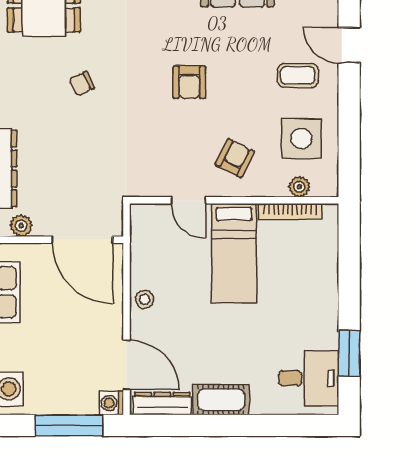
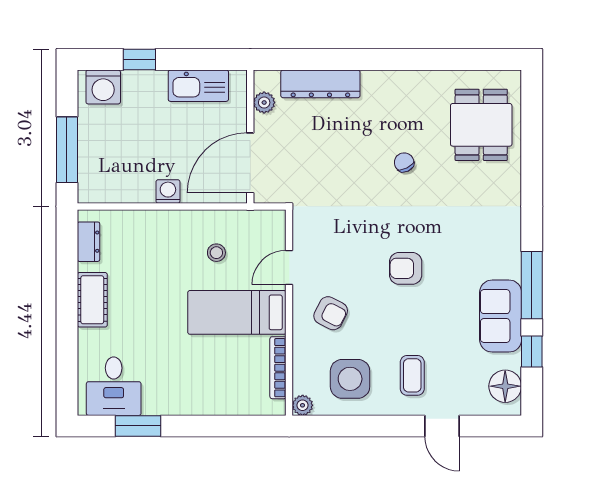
door: (349, 45) -> (442, 426), swing flipped
plant: (299, 187) -> (303, 405), moved
stool: (145, 299) -> (216, 253), moved
door: (127, 365) -> (127, 206), removed
washing machine: (111, 403) -> (168, 191), moved
dresser: (162, 404) -> (89, 242), width x0.70

